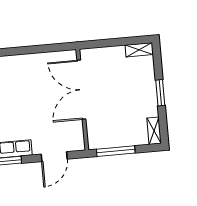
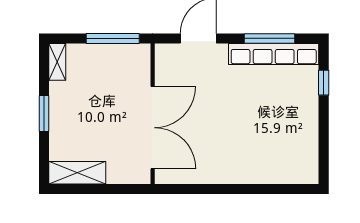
shelving: (139, 50) -> (77, 173), width x1.50, depth x1.33

